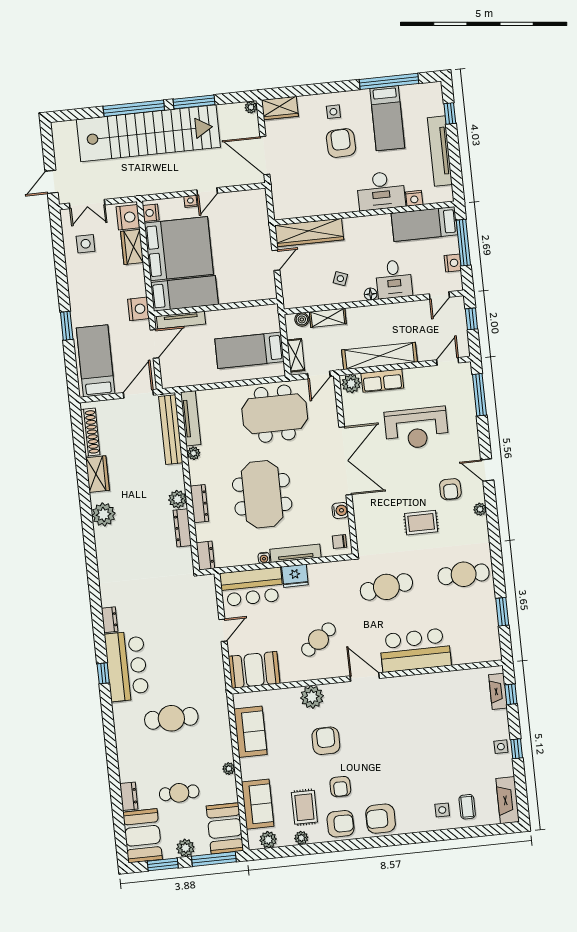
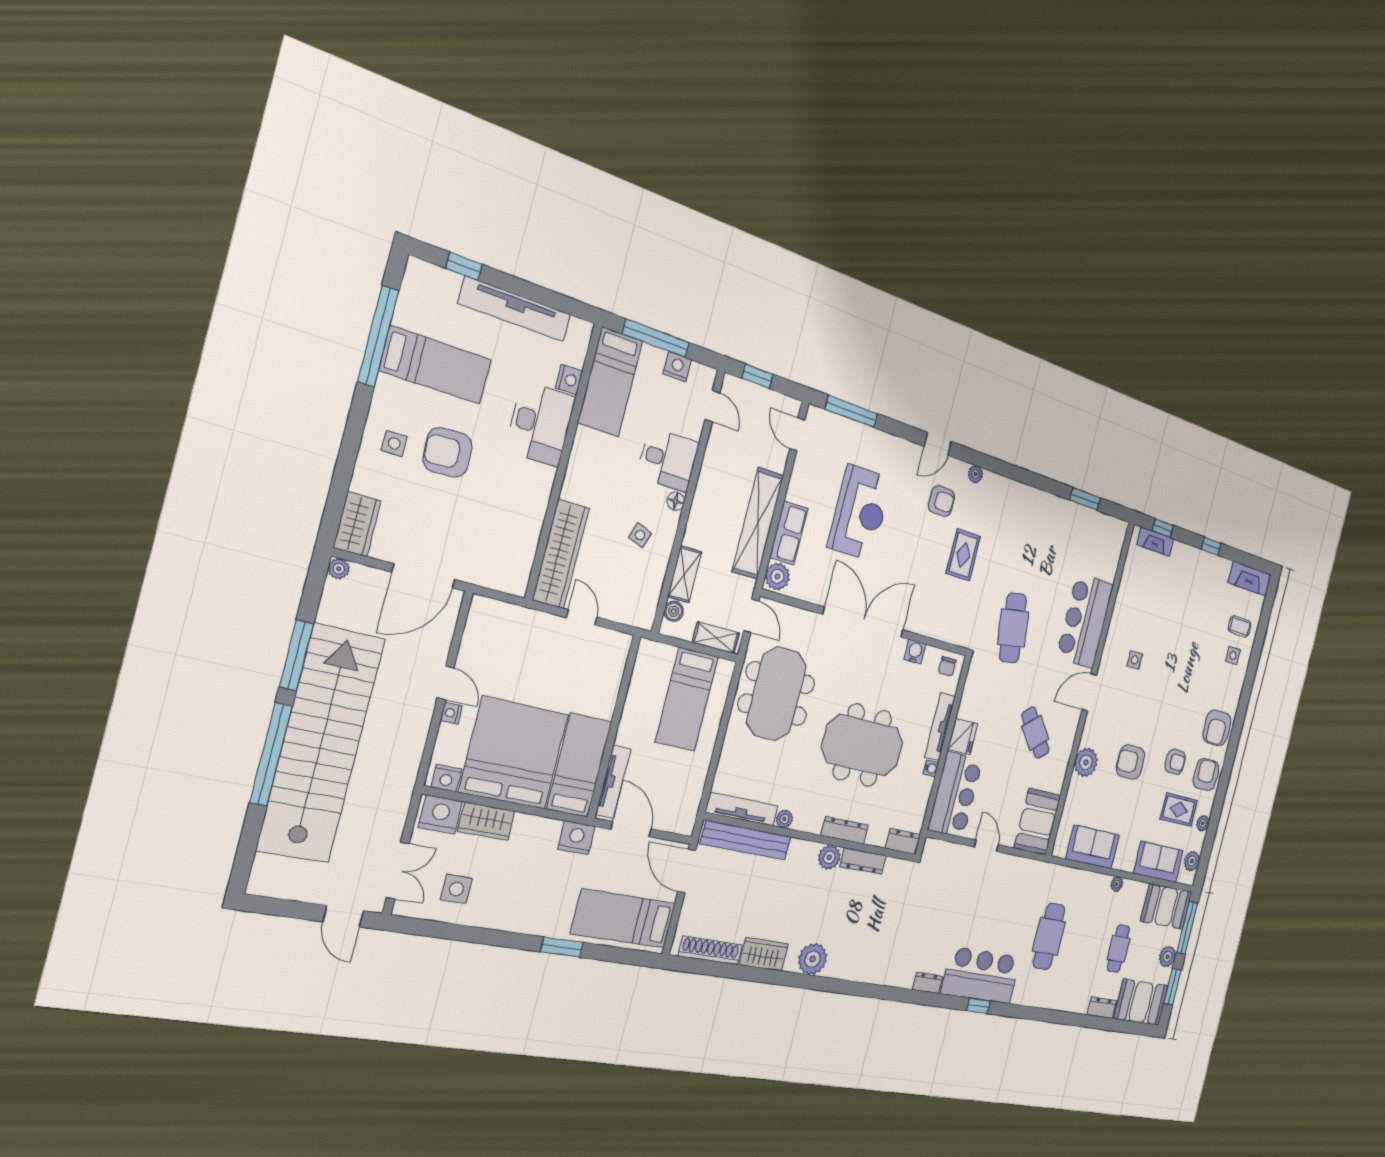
cafe table: (464, 574) -> (1033, 527), removed
side table: (501, 747) -> (1135, 660), moved

